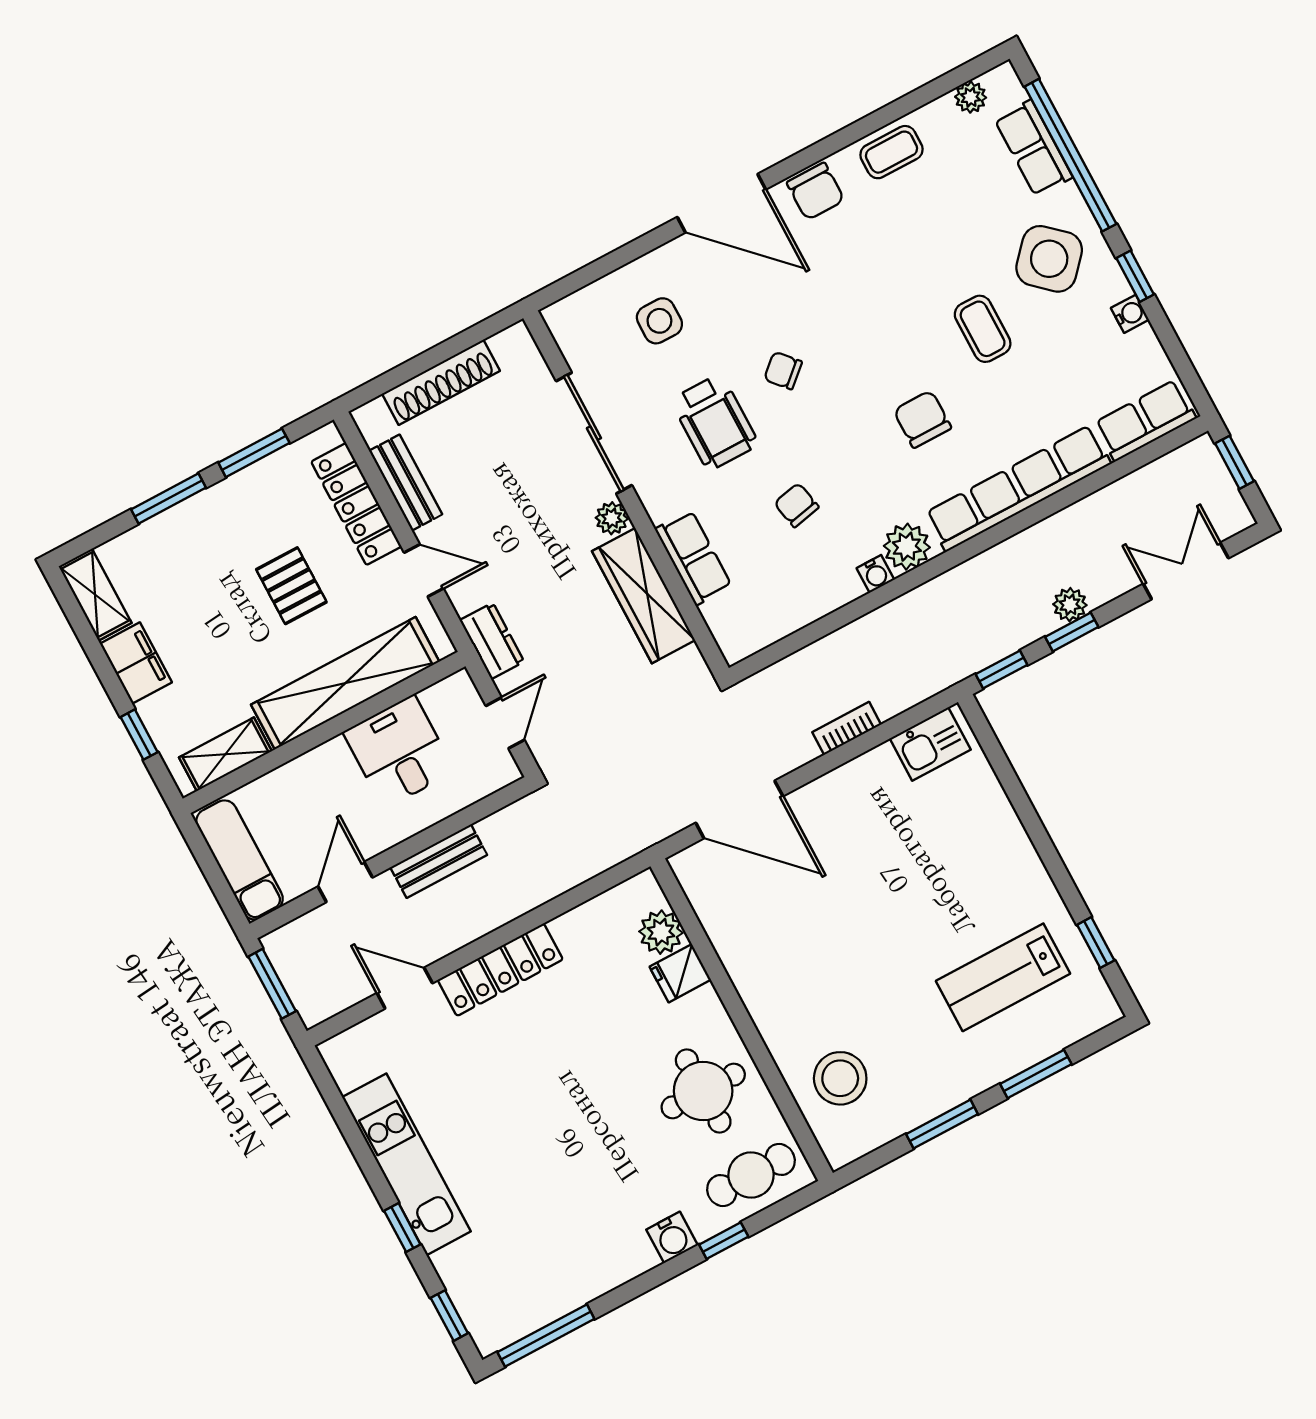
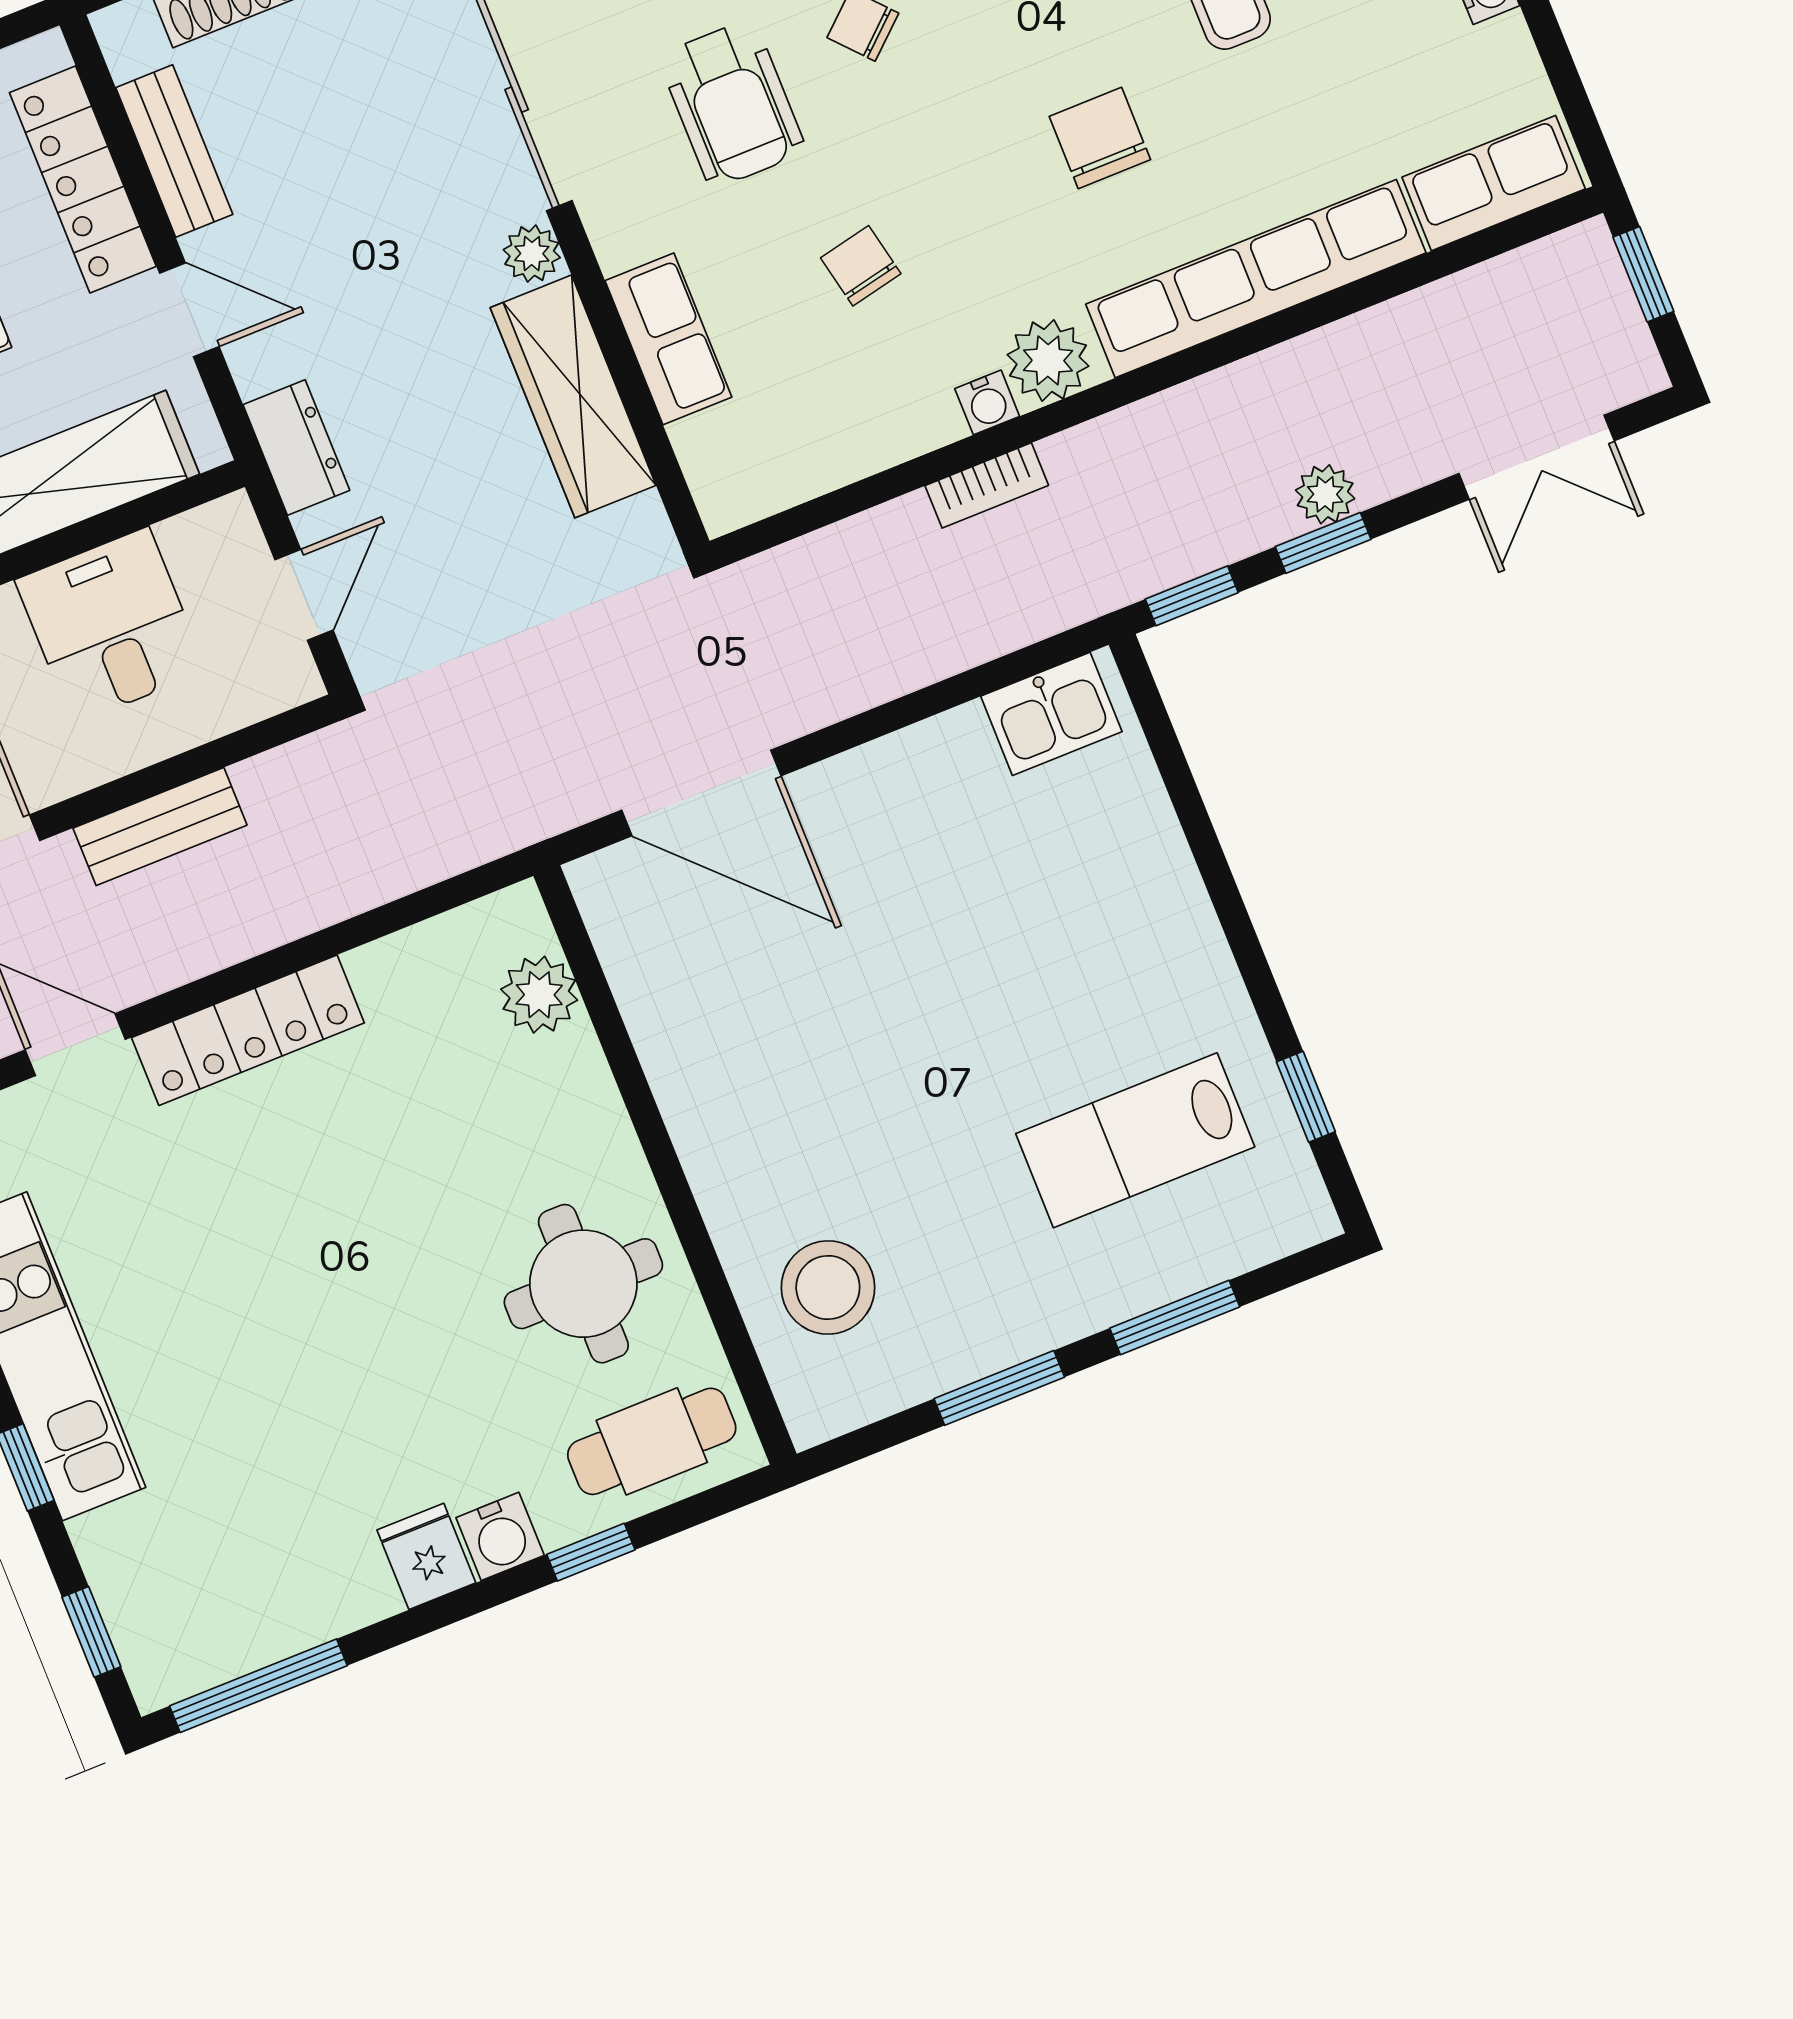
double door: (1186, 571) -> (1537, 457), swing flipped
bookcase: (847, 728) -> (987, 485), moved, turned 180
fridge: (680, 973) -> (426, 1556), moved, turned 90

